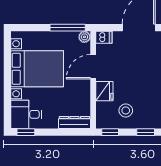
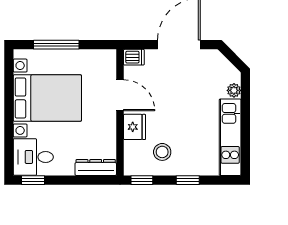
window: (68, 28) -> (56, 45), moved
plant: (84, 37) -> (109, 57), removed
door: (93, 67) -> (120, 95), swing flipped

